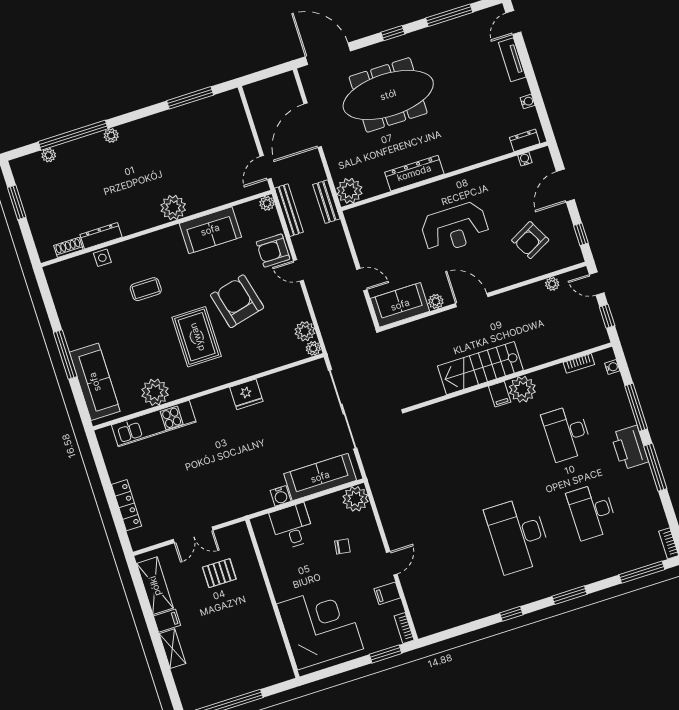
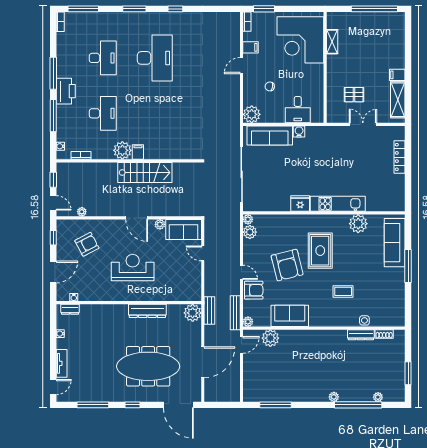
plant: (173, 208) -> (270, 338), moved
kitchen unit: (154, 424) -> (338, 204), moved
shelving: (172, 649) -> (332, 42), moved

